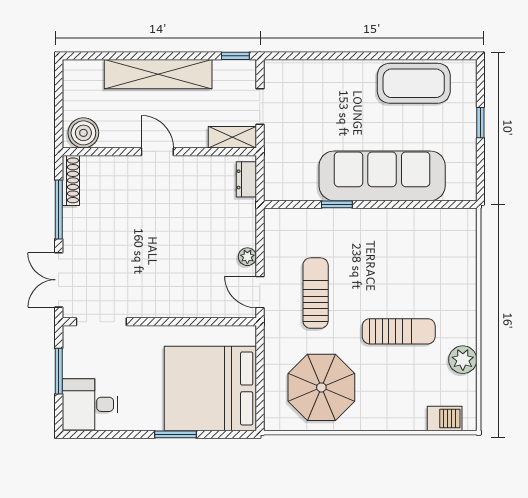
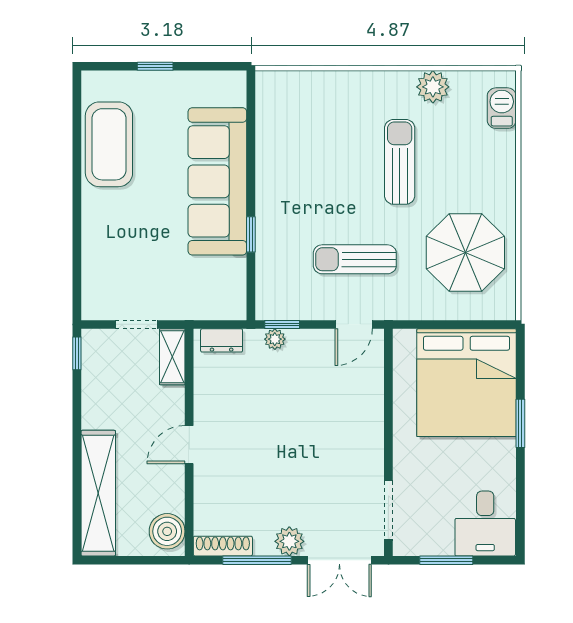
shelving: (158, 74) -> (98, 493), moved
window: (260, 231) -> (282, 324), added
plant: (75, 237) -> (289, 541), added
plant: (247, 257) -> (275, 339), moved

